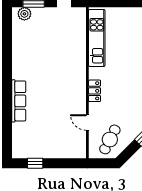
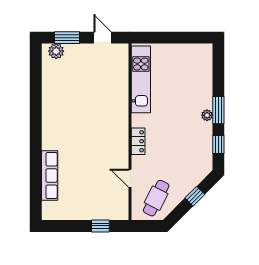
row of seats: (19, 101) -> (50, 176), moved
window: (35, 163) -> (100, 226), moved

